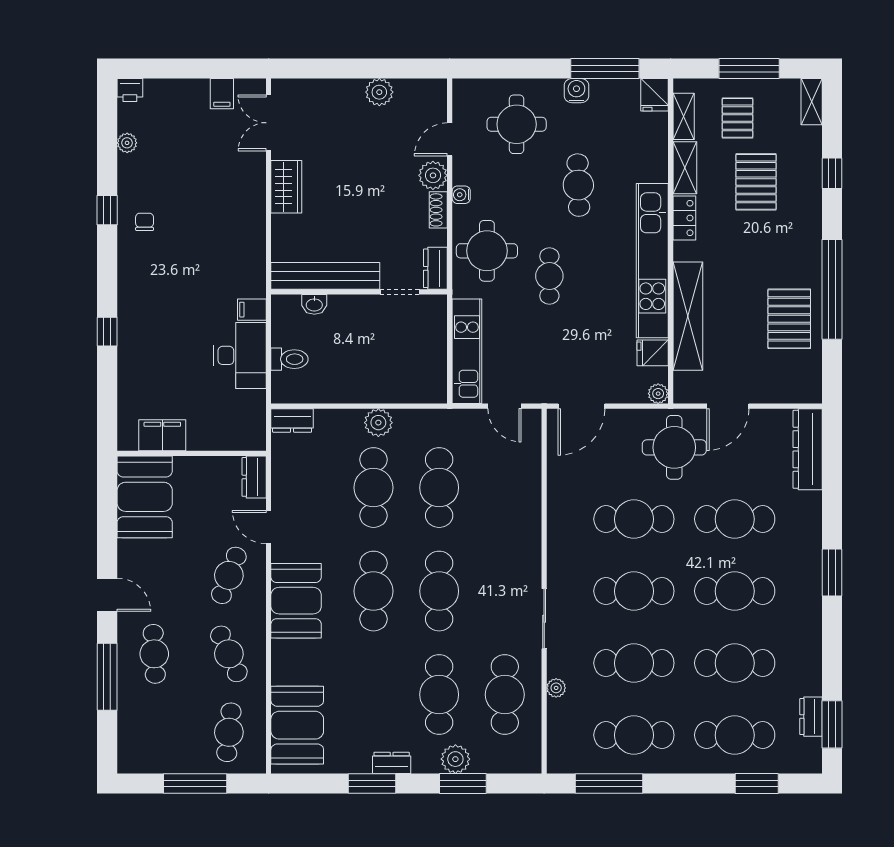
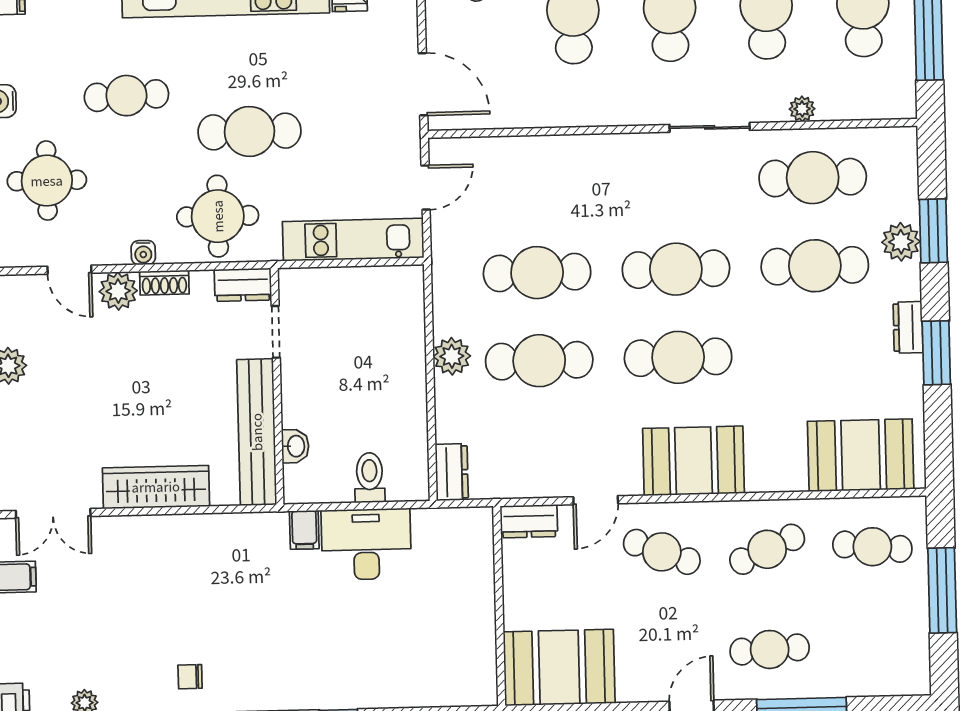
wardrobe: (286, 187) -> (156, 487), width x1.50
cafe table: (549, 276) -> (249, 131), width x1.37, depth x1.35
filing cabinet: (162, 435) -> (476, 646), removed

